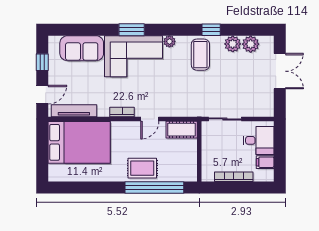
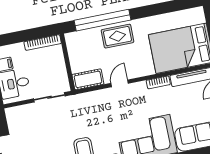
bookcase: (122, 112) -> (158, 82), moved
bookcase: (234, 177) -> (43, 43), moved

